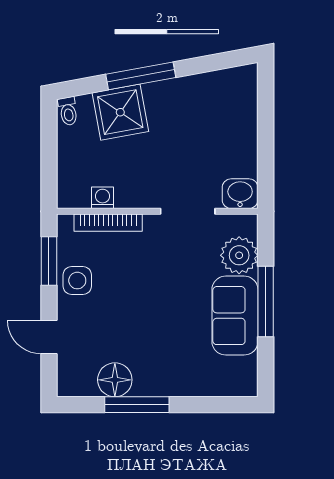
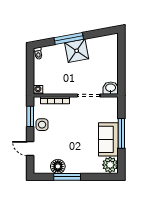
shower: (120, 112) -> (77, 51), moved
washing machine: (103, 198) -> (38, 90), moved
plant: (239, 255) -> (110, 165), moved

